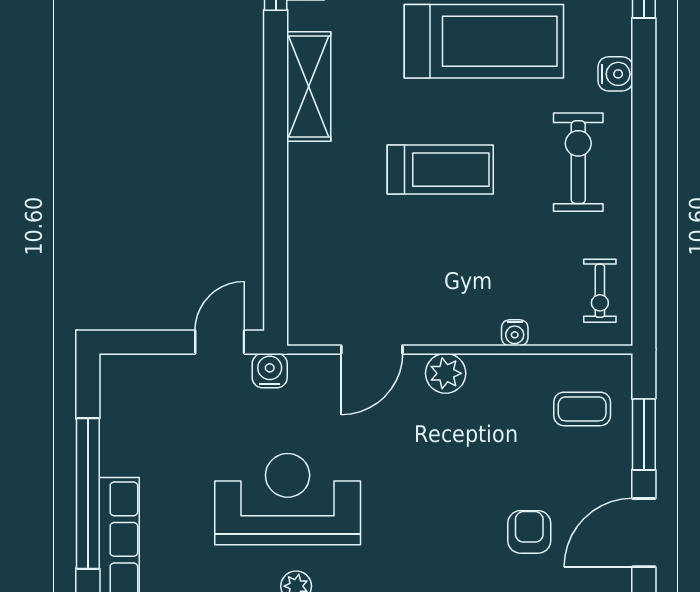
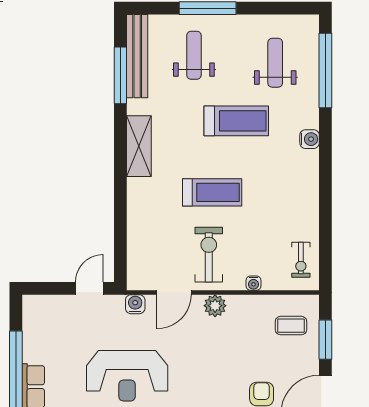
treadmill: (484, 41) -> (236, 121), width x0.73, depth x0.73
exercise bike: (578, 162) -> (209, 255), moved
water cooler: (270, 371) -> (135, 304), moved
reception desk: (288, 499) -> (127, 376), turned 180

